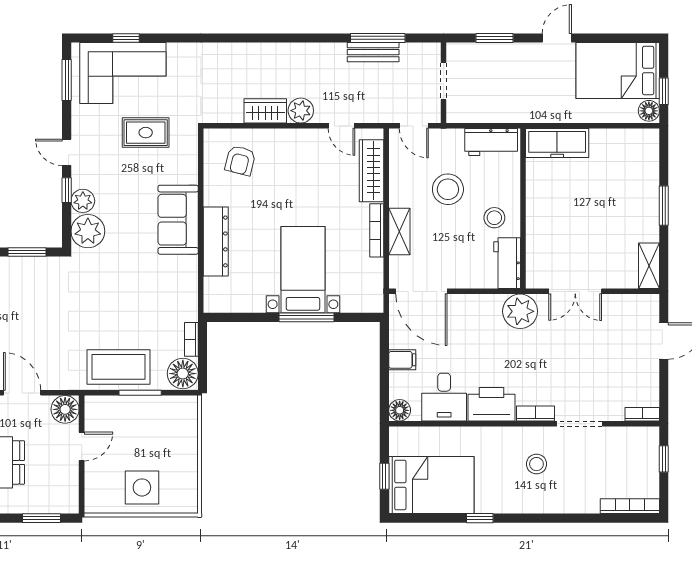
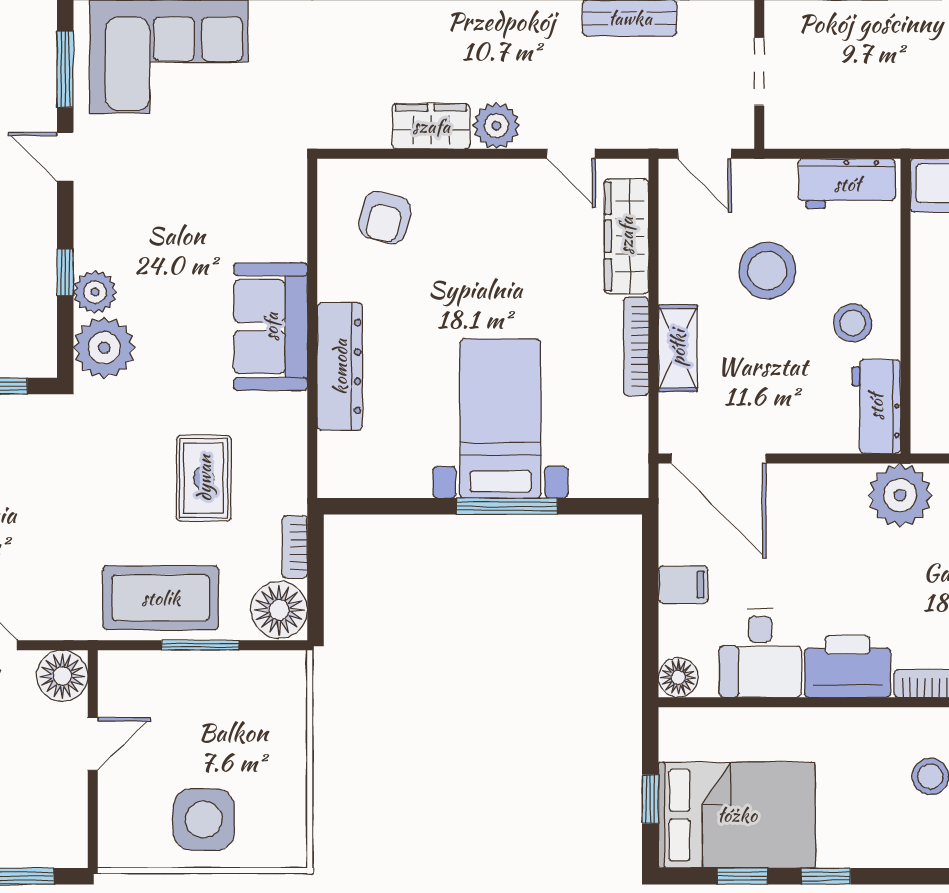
rug: (146, 133) -> (204, 478), moved, turned 90
door: (67, 152) -> (65, 157), moved
window: (434, 518) -> (742, 876), added

